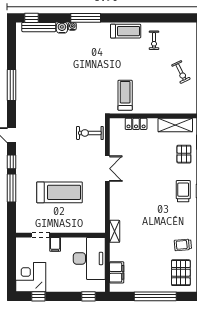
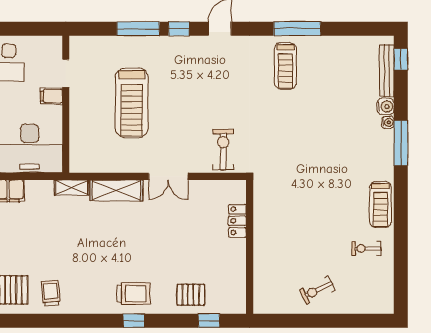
treadmill: (125, 95) -> (285, 66), moved, turned 90
shelving: (175, 125) -> (116, 190), moved, turned 90

